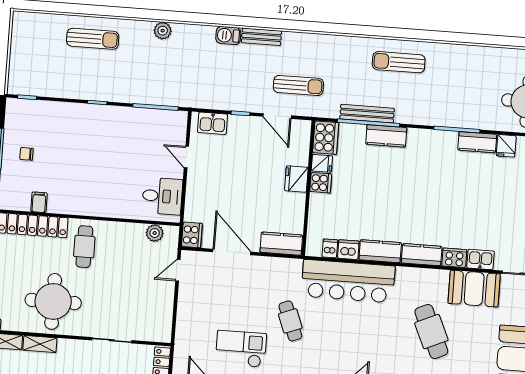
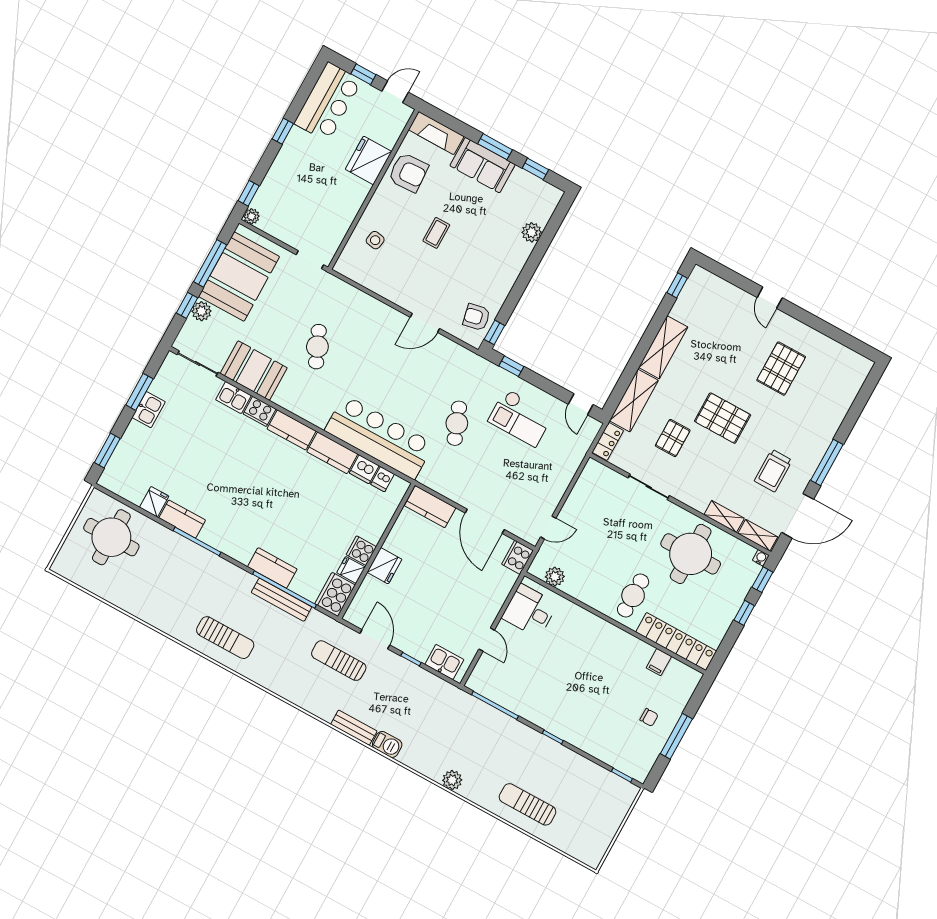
cafe table: (431, 332) -> (317, 347), width x0.73, depth x0.74

